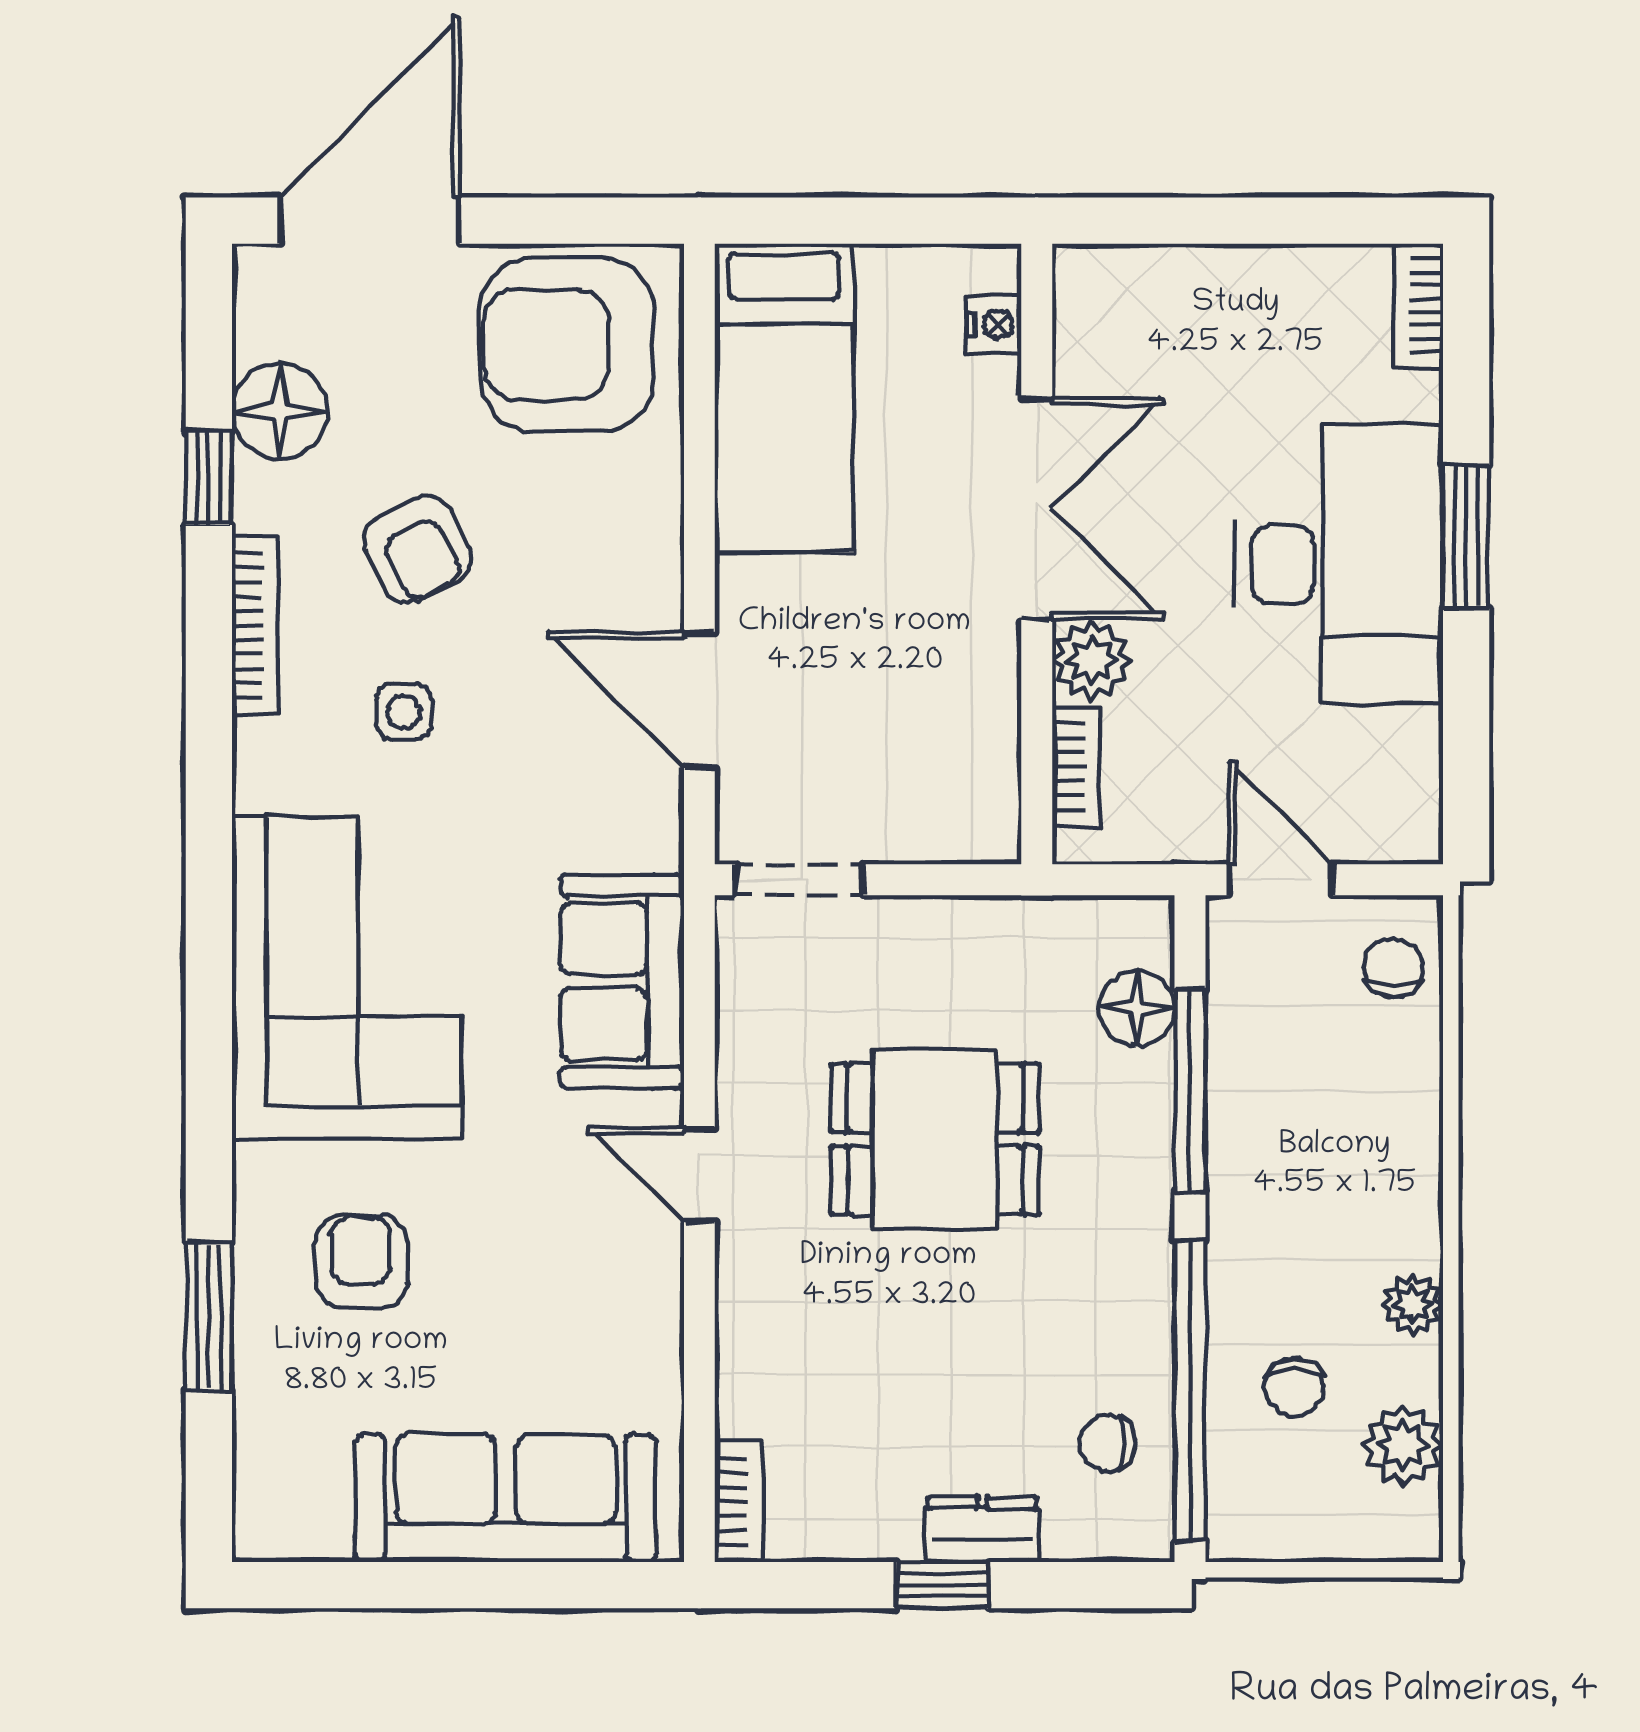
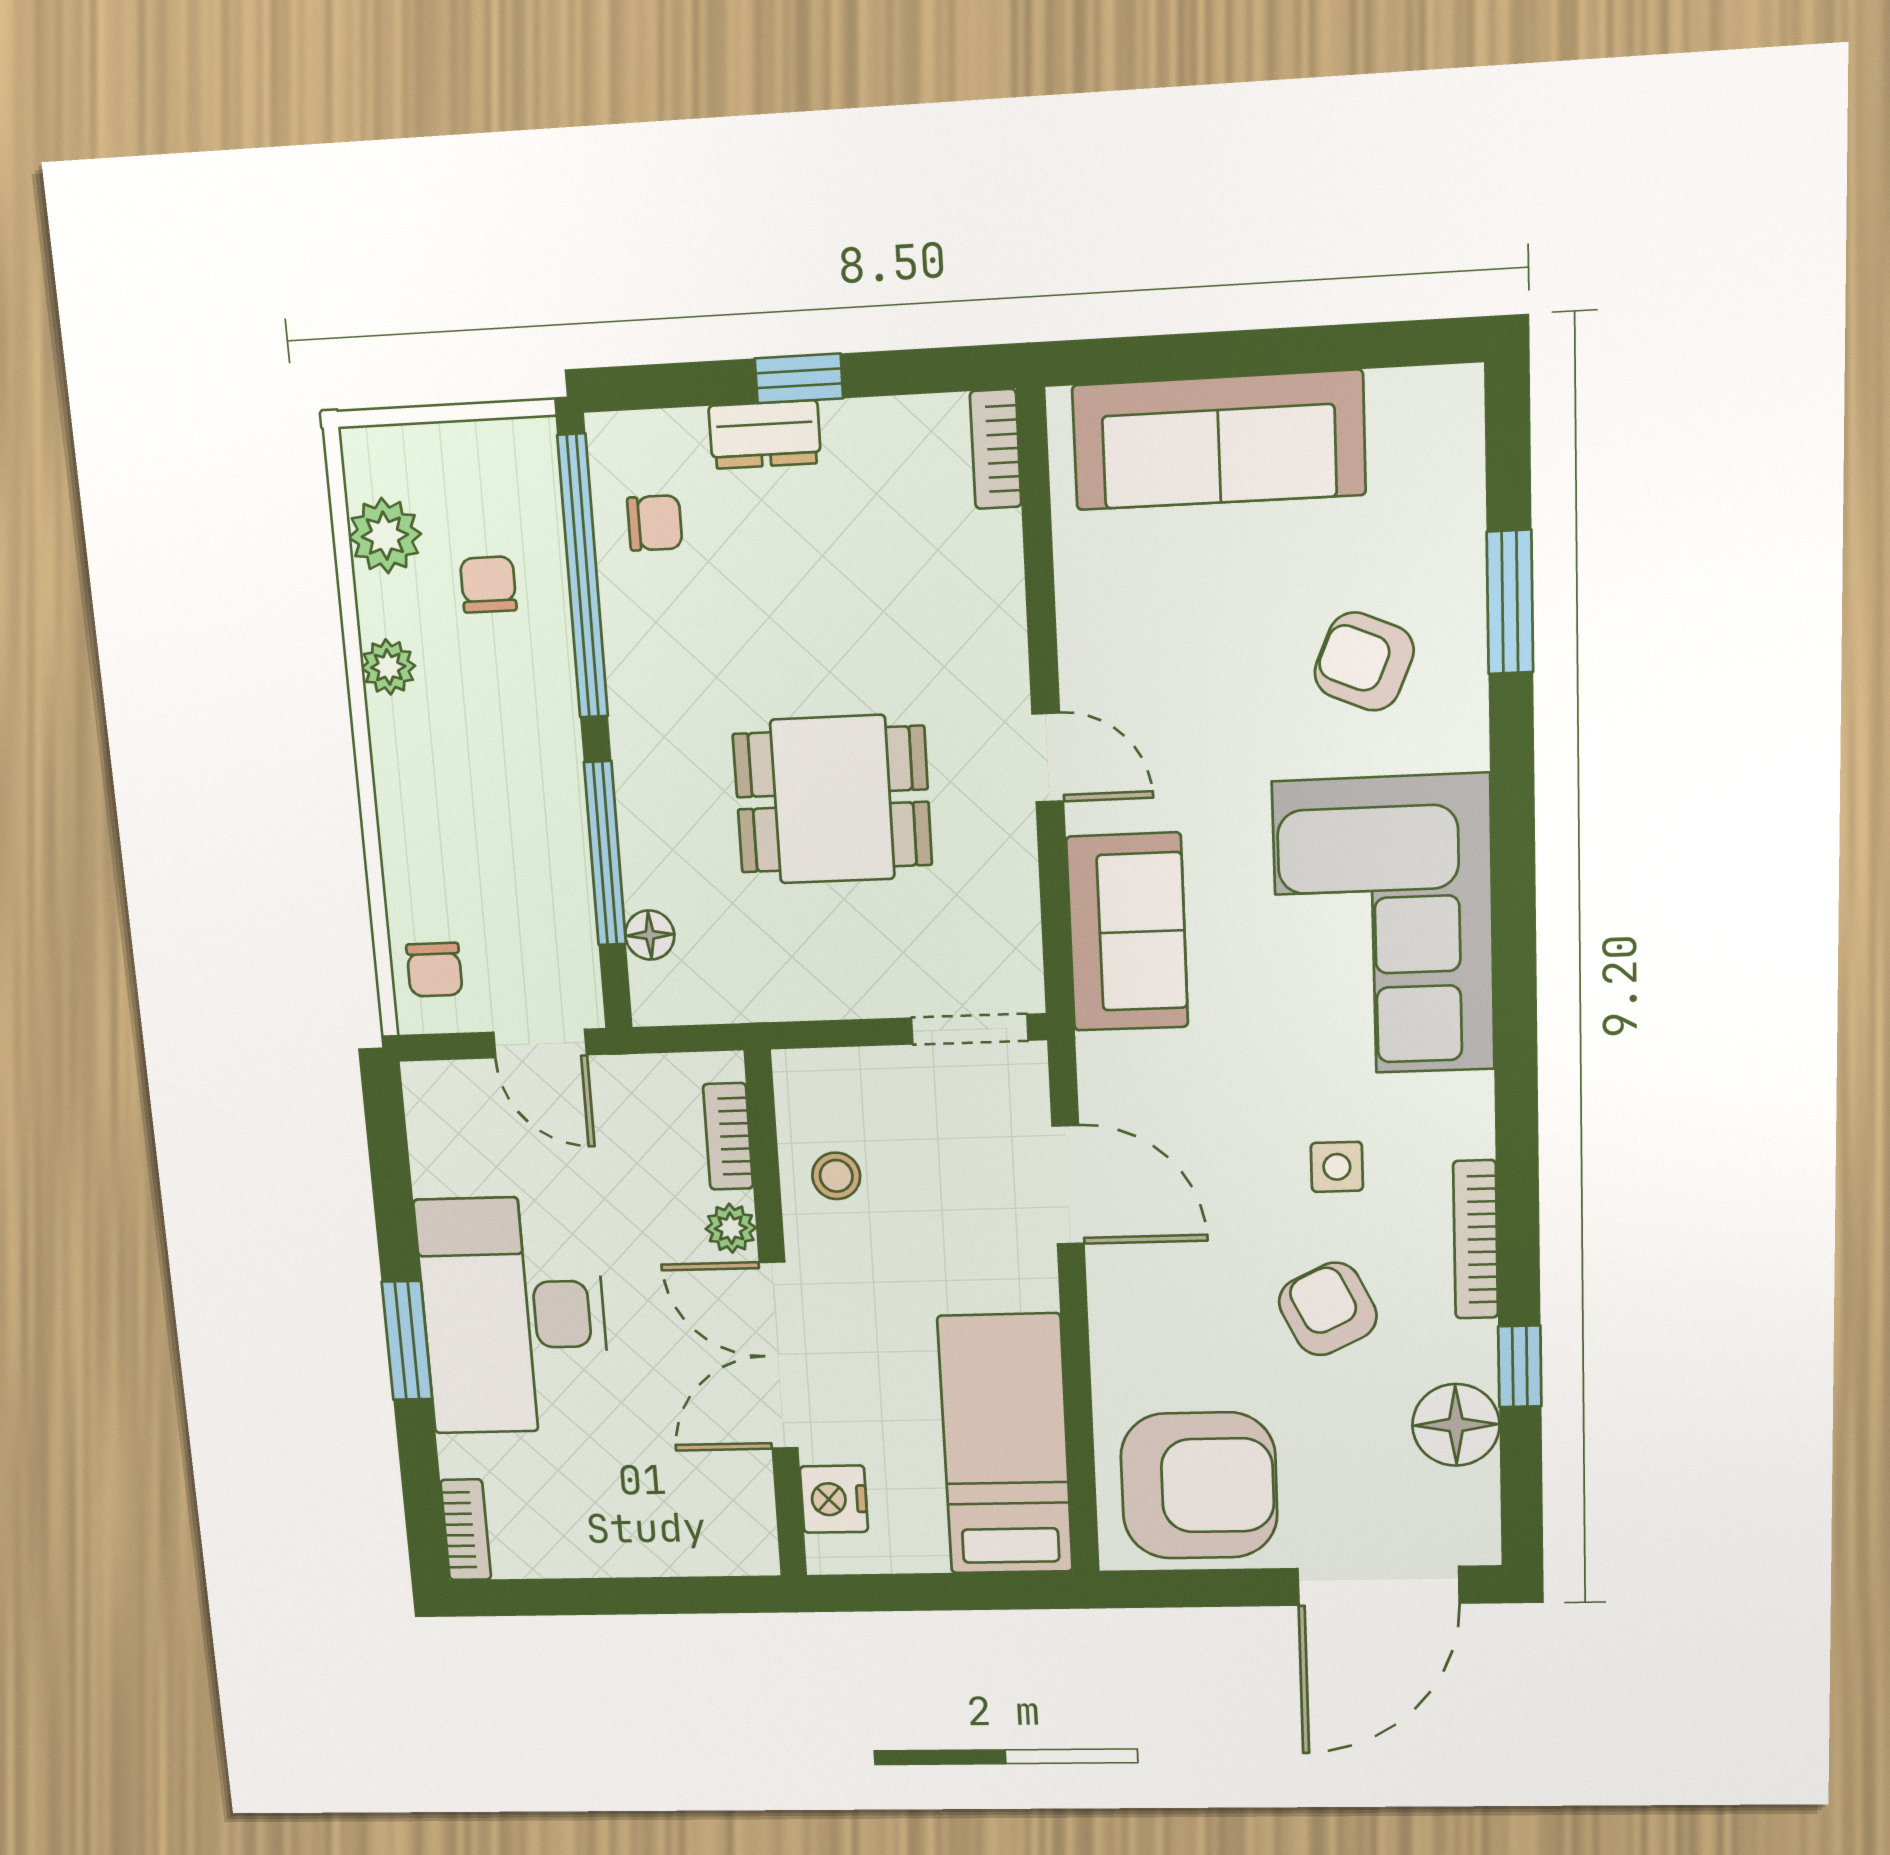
nightstand: (994, 324) -> (834, 1499), width x1.39, depth x1.35
plant: (1092, 660) -> (731, 1228), width x0.73, depth x0.73
stool: (957, 718) -> (836, 1176), added
floor lamp: (1137, 1008) -> (650, 935), width x0.73, depth x0.73
armchair: (361, 1262) -> (1364, 662), turned 113

